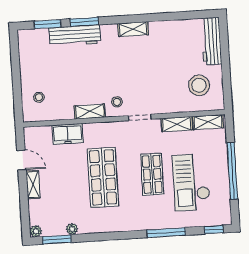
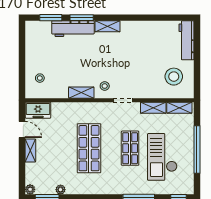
shelving: (133, 29) -> (108, 26), moved
freezer: (68, 134) -> (38, 110), moved

